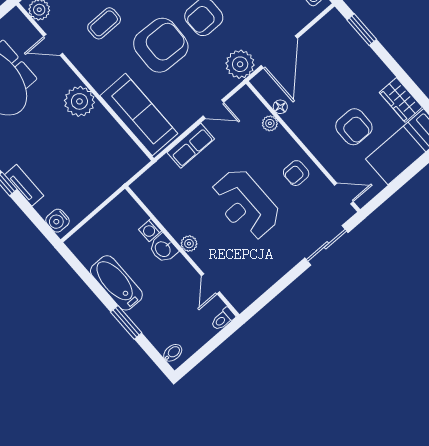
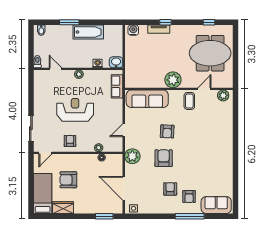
coffee table: (104, 23) -> (189, 101), moved
armchair: (161, 45) -> (167, 131), width x0.53, depth x0.53
door: (279, 52) -> (124, 188), moved
row of seats: (191, 146) -> (117, 86), moved
washbasin: (163, 249) -> (116, 62), moved

